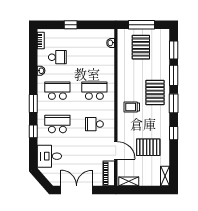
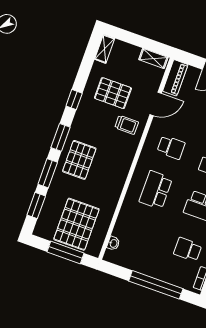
window: (71, 25) -> (156, 285), width x3.17
pallet: (141, 47) -> (76, 224), width x1.37, depth x1.41
school desk: (94, 91) -> (156, 190), turned 90
trolley: (132, 107) -> (127, 125), moved
door: (116, 150) -> (156, 104), swing flipped

